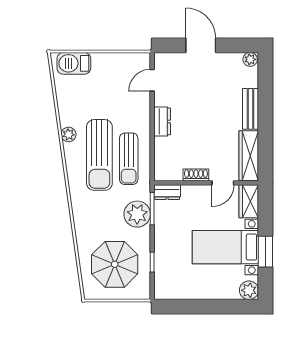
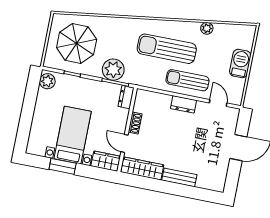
plant: (250, 59) -> (219, 185), removed
barbecue: (74, 63) -> (240, 63), moved
plant: (68, 134) -> (207, 28), moved
sun lounger: (129, 159) -> (187, 80), moved
plant: (249, 290) -> (47, 81), moved

